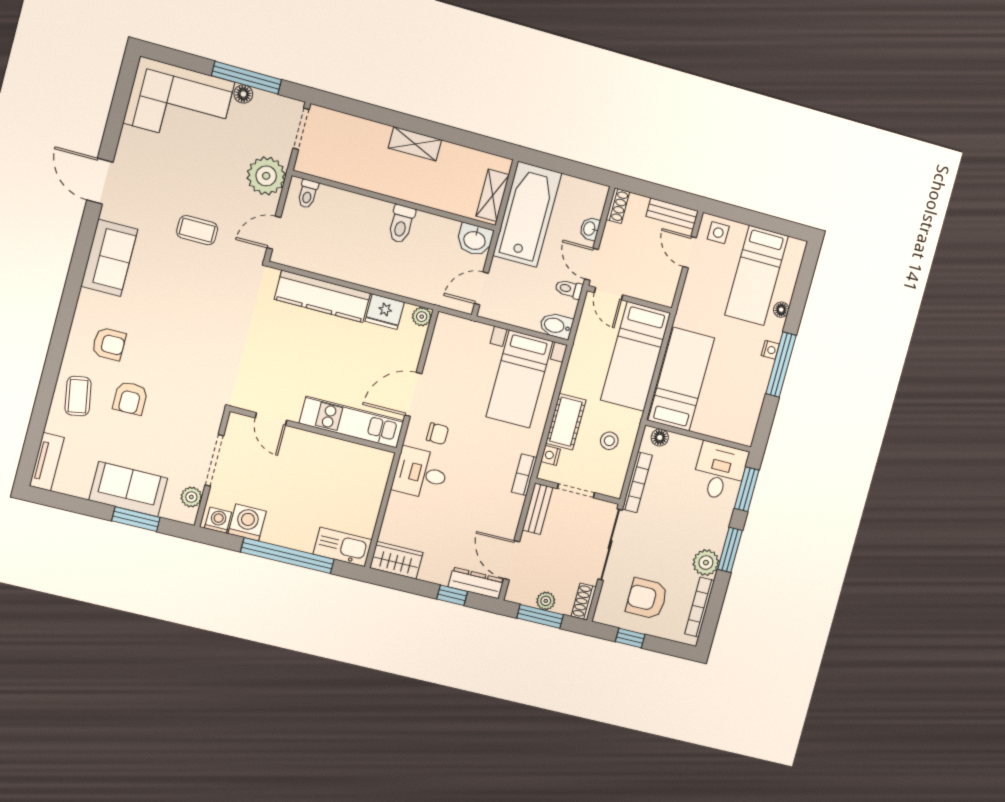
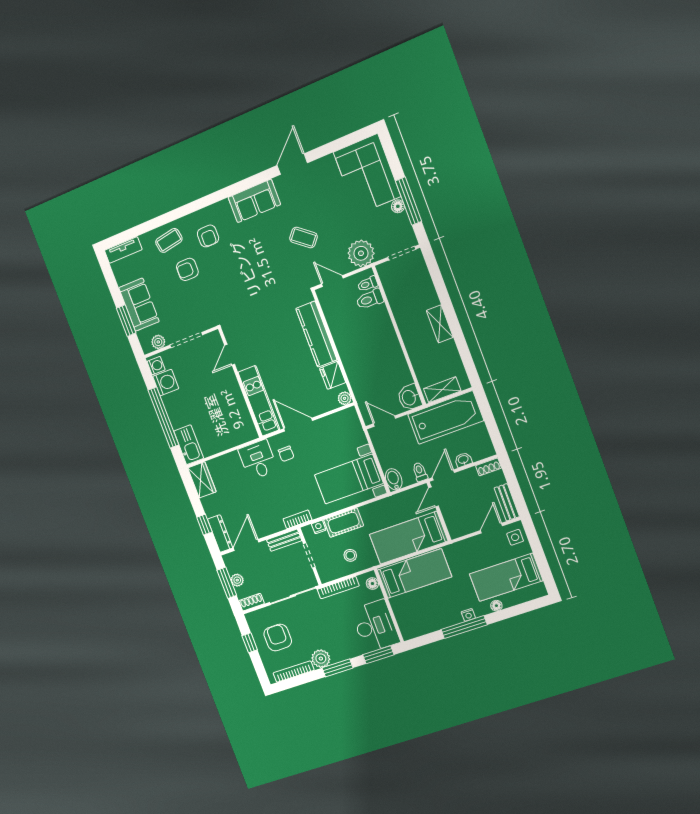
toilet: (401, 224) -> (370, 299), moved
coffee table: (197, 230) -> (303, 238), turned -51
desk: (720, 471) -> (375, 626), width x1.37

